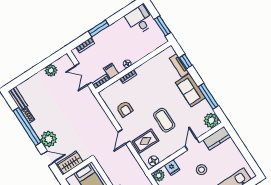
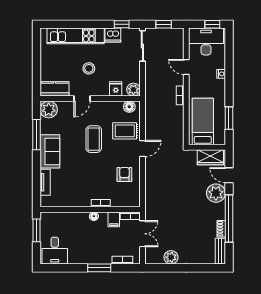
window: (186, 62) -> (36, 182), removed

